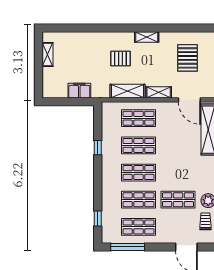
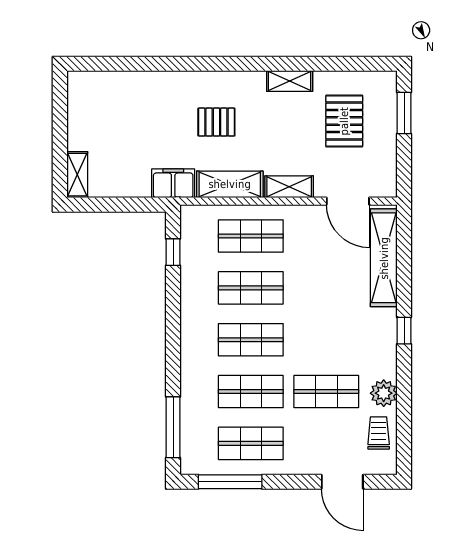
shelving: (147, 37) -> (290, 81), moved
shelving: (48, 55) -> (77, 175), moved
filing cabinet: (79, 91) -> (173, 183), moved
window: (98, 148) -> (173, 252), moved
window: (98, 218) -> (173, 427), width x2.17

